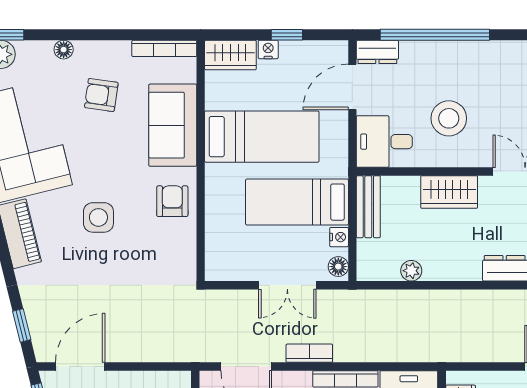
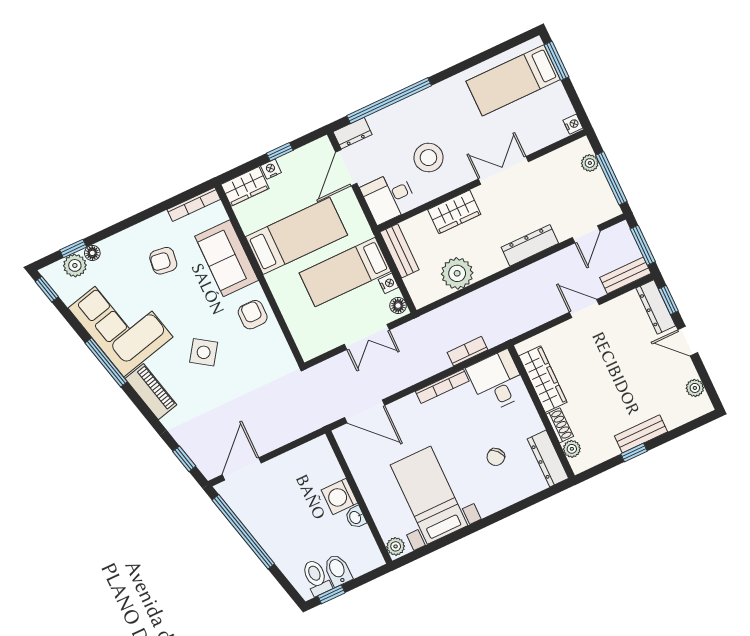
floor lamp: (64, 50) -> (92, 253), moved
side table: (98, 217) -> (204, 352), turned 34
plant: (411, 271) -> (457, 273), width x1.88, depth x1.88
bookcase: (309, 353) -> (468, 351), moved

